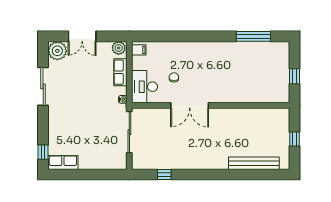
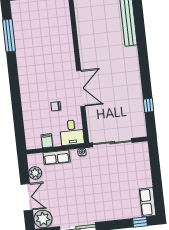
plant: (119, 48) -> (35, 173), moved
filing cabinet: (139, 50) -> (47, 141), moved
desk: (145, 87) -> (72, 132), width x0.73

